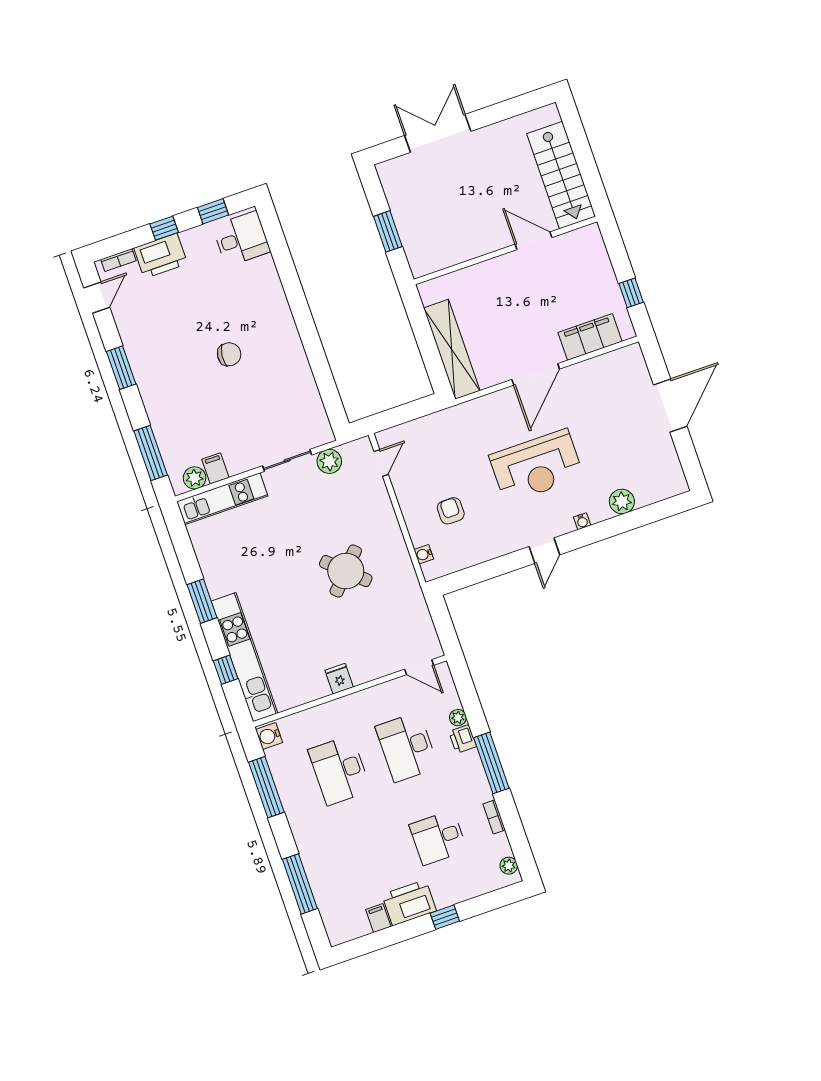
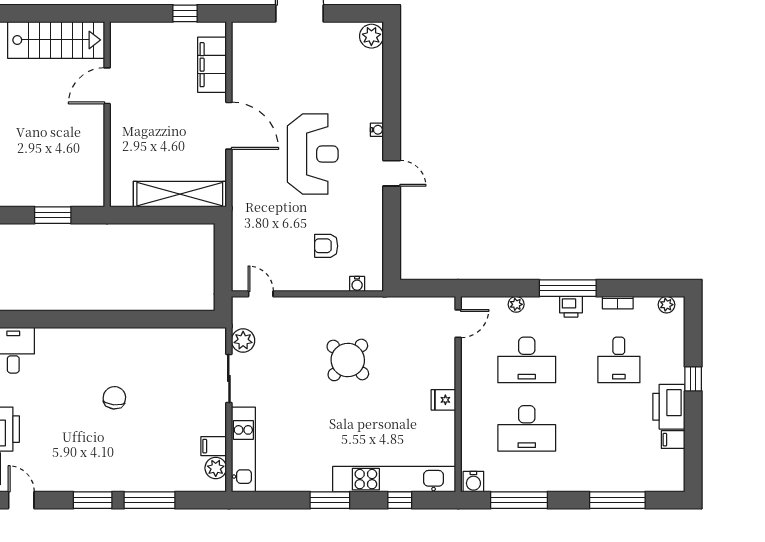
window: (151, 453) -> (150, 500), moved
plant: (622, 501) -> (371, 36), moved
printer: (463, 739) -> (571, 307), moved

